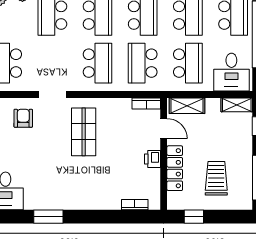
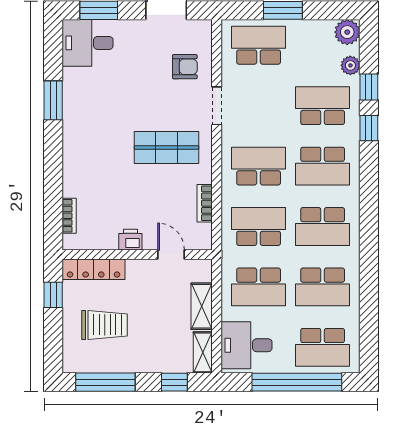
school desk: (98, 63) -> (259, 166), turned 180
bookcase: (146, 103) -> (205, 203), moved
shelving: (187, 106) -> (202, 306), moved
door: (164, 129) -> (171, 254), swing flipped
locker: (175, 168) -> (93, 269), moved

